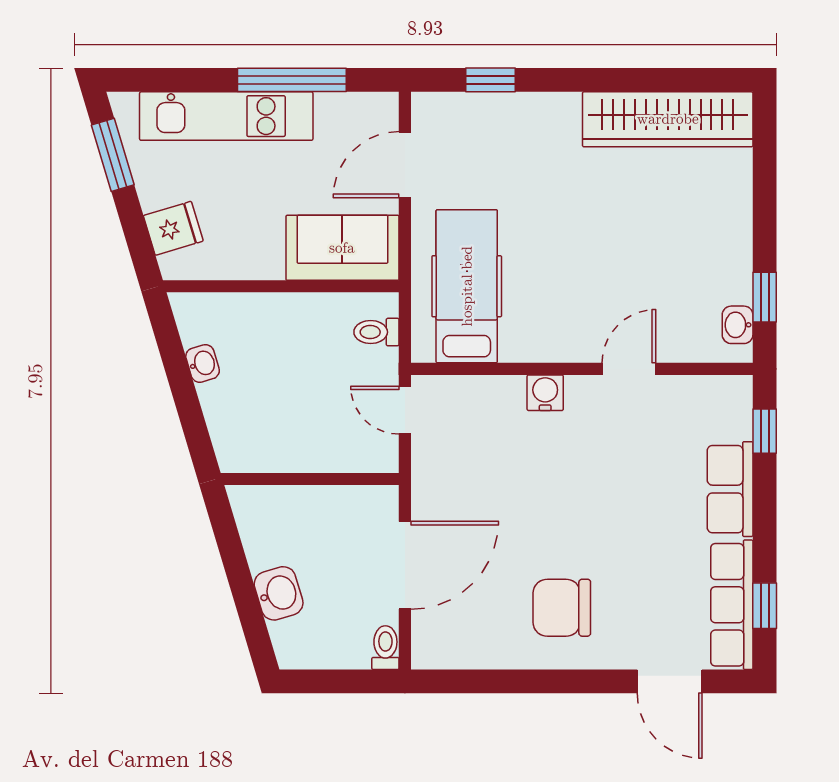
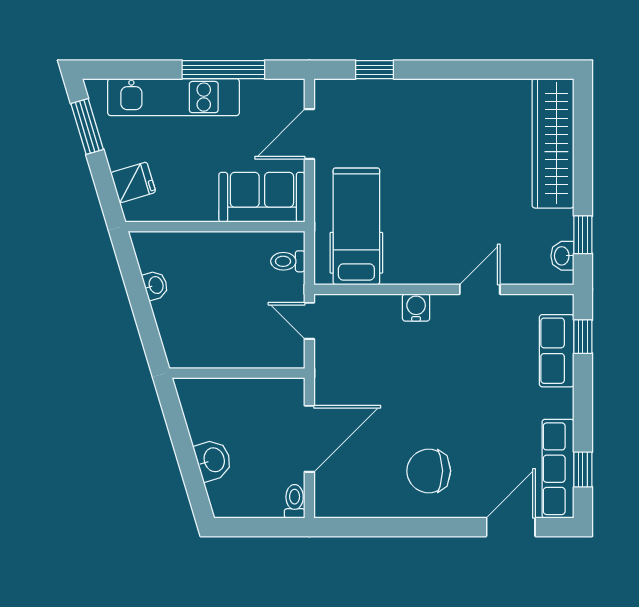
wardrobe: (668, 119) -> (553, 143), moved, turned 90
row of seats: (730, 489) -> (557, 351), moved
door: (670, 681) -> (511, 527), swing flipped

